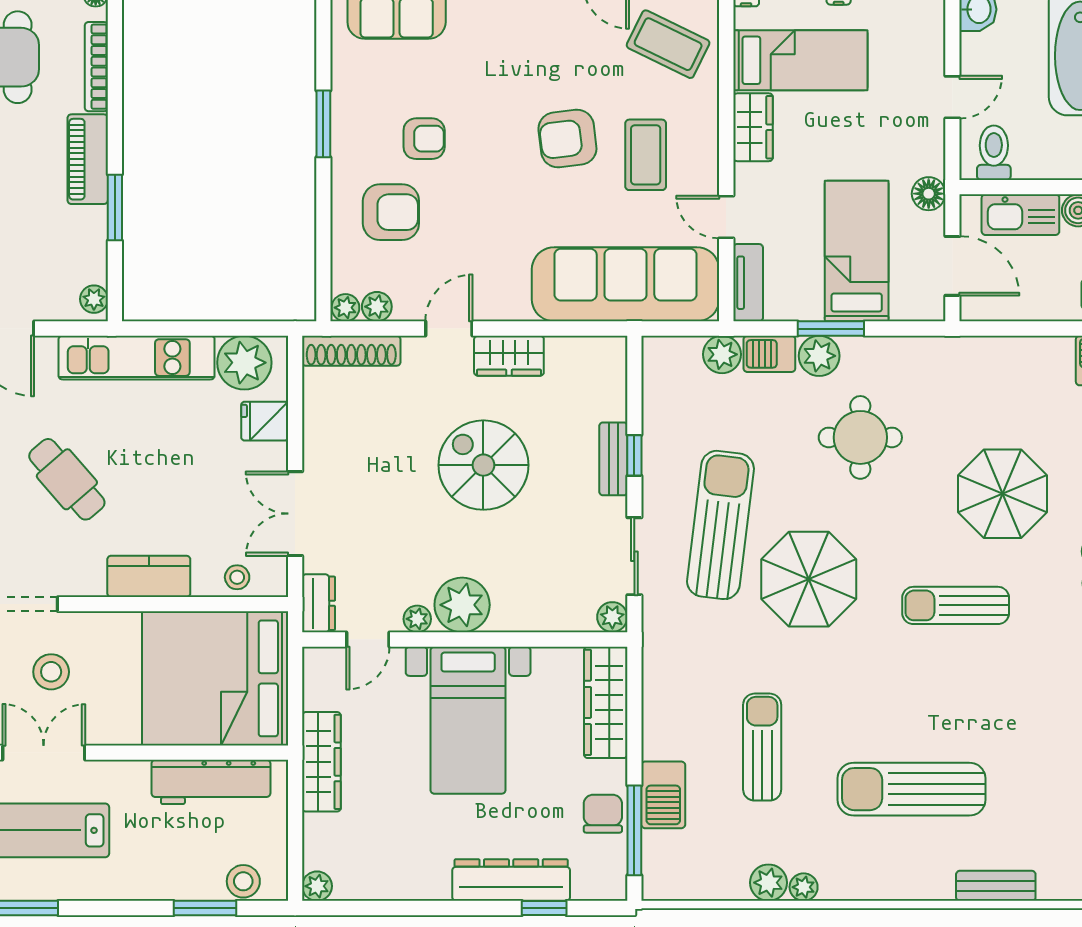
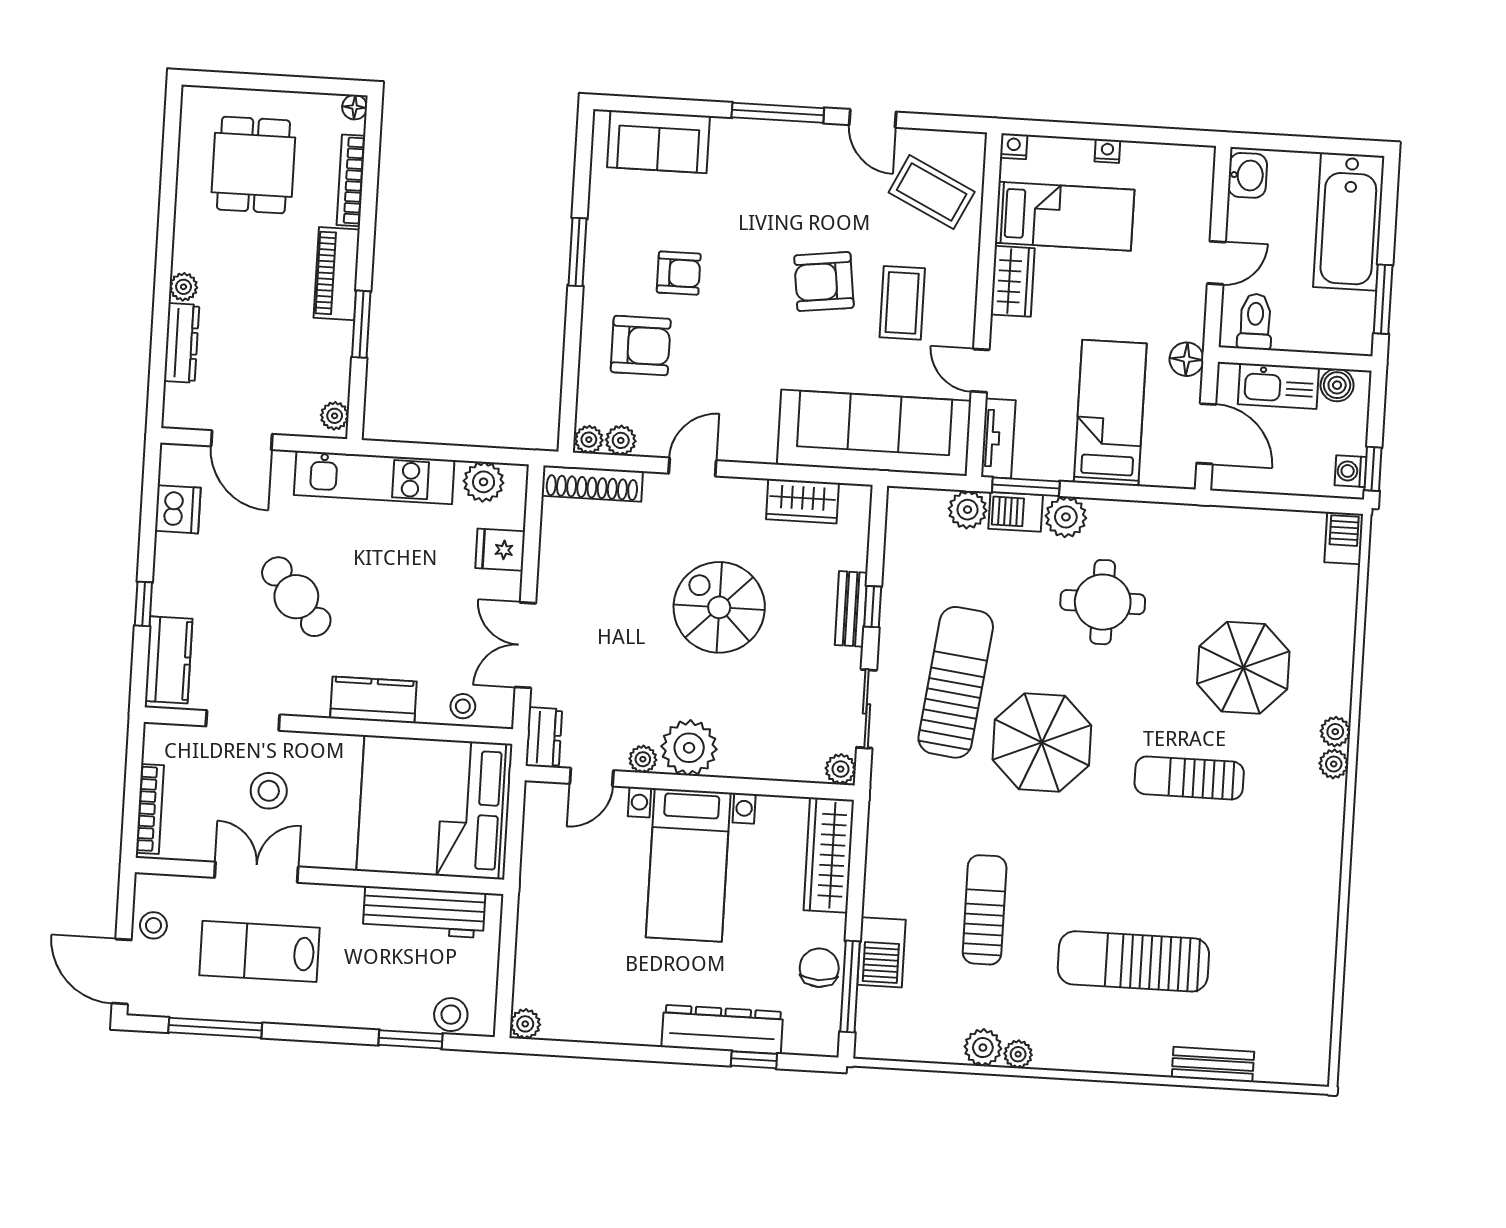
window: (831, 329) -> (1026, 487), moved
wardrobe: (509, 356) -> (802, 501), moved
plant: (244, 363) -> (484, 482), width x0.73, depth x0.73
wardrobe: (321, 762) -> (537, 898), removed

